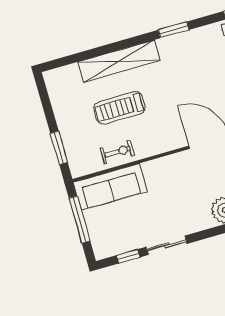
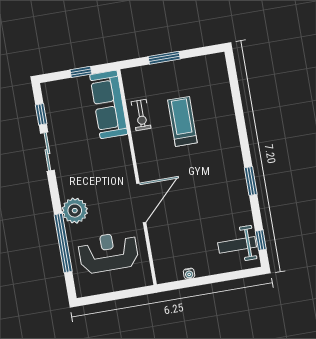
shelving: (119, 61) -> (227, 126), removed
window: (59, 148) -> (164, 58), moved
window: (79, 220) -> (81, 72), width x0.46

